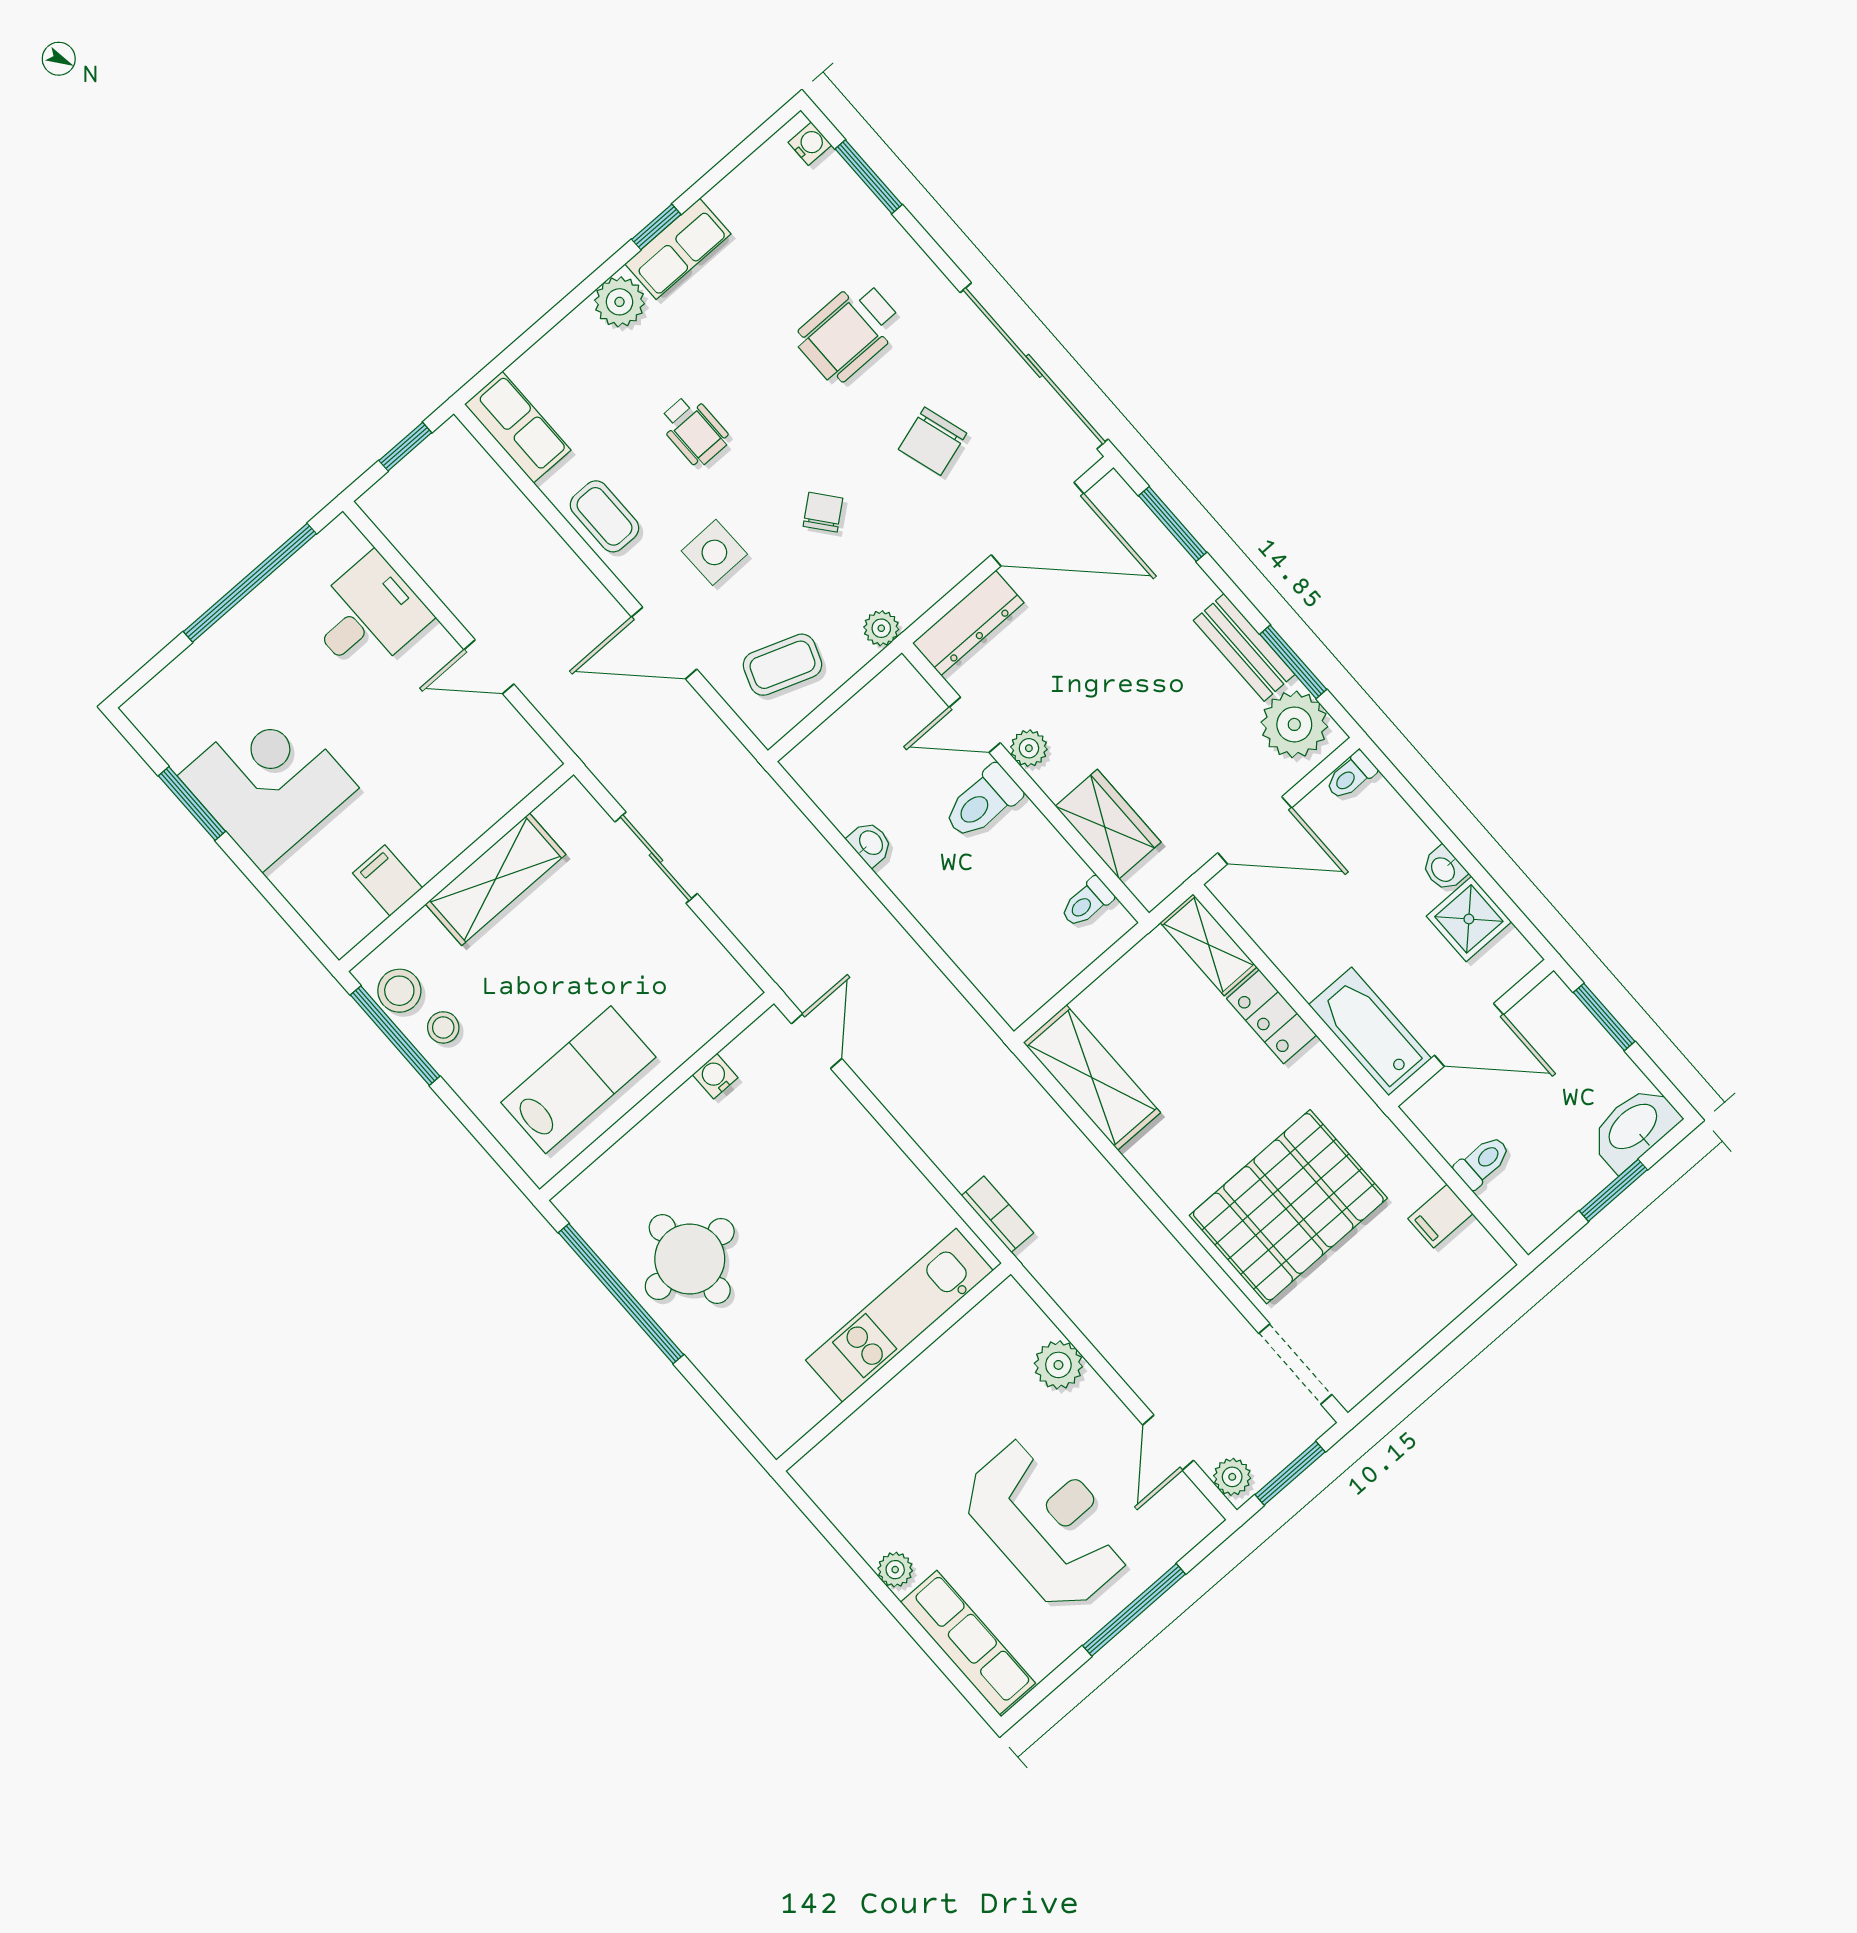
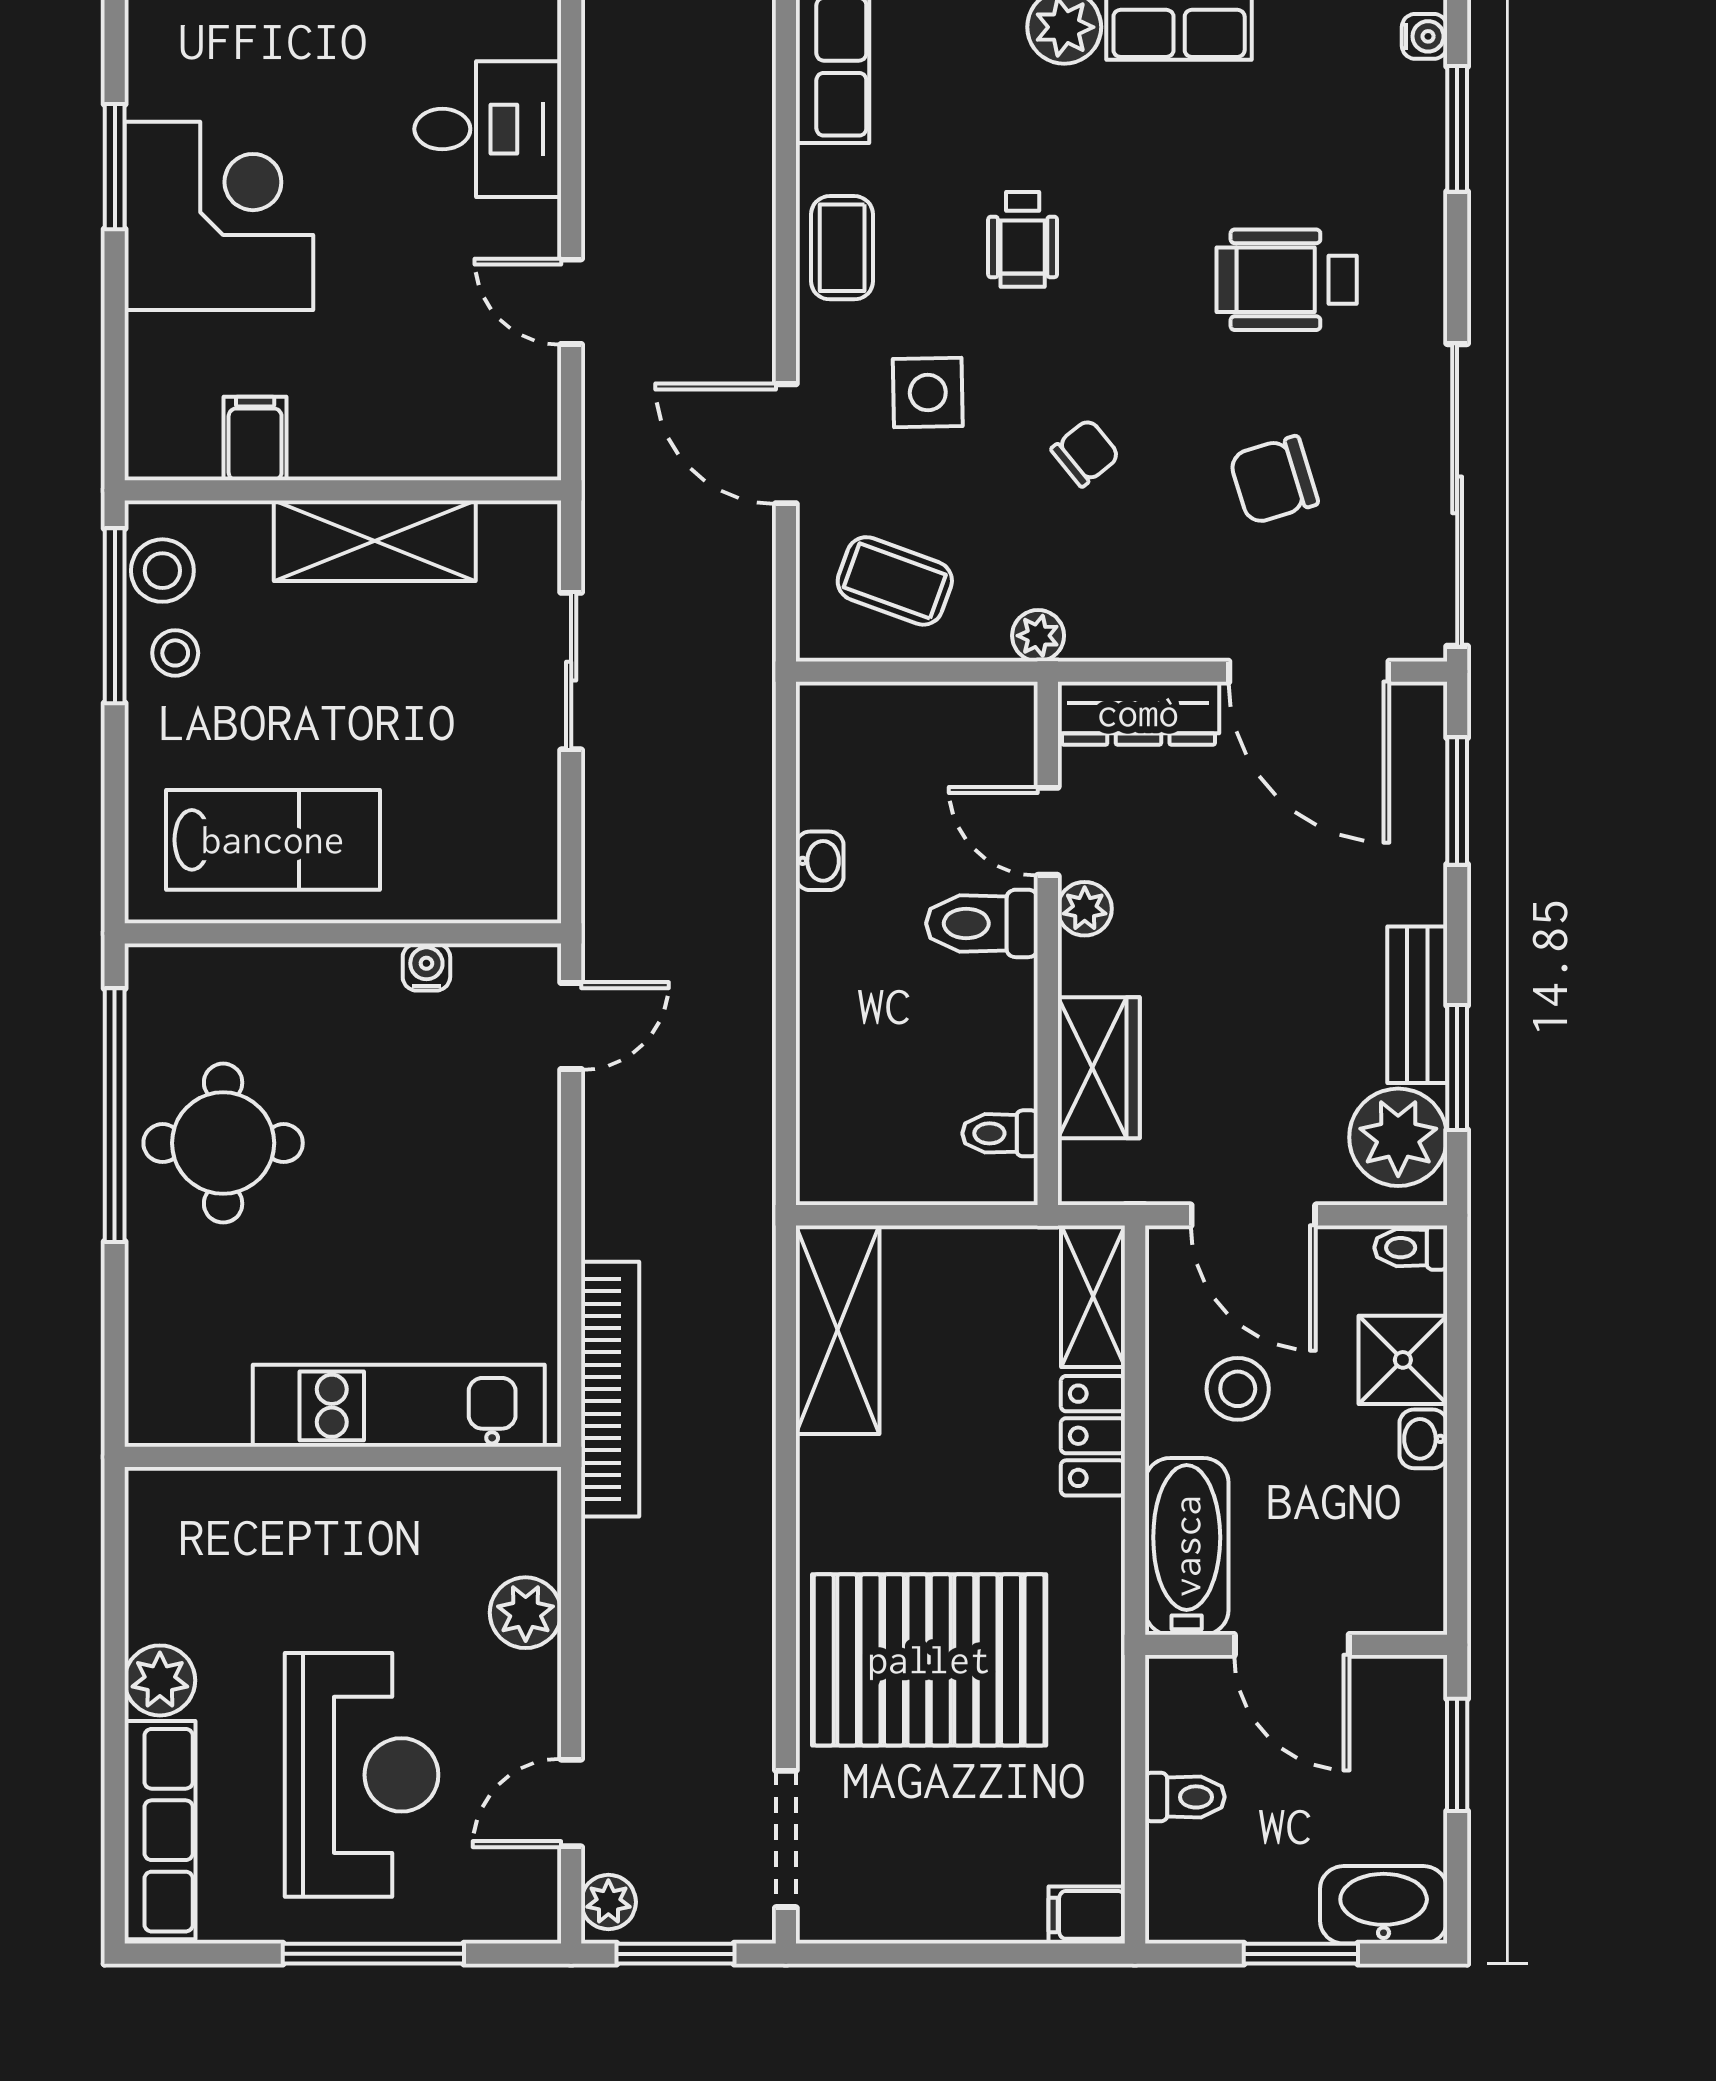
shower: (1469, 919) -> (1403, 1360), moved
stool: (1325, 927) -> (1238, 1389), added
bookcase: (997, 1214) -> (610, 1389), width x2.31, depth x1.31
filing cabinet: (1440, 1216) -> (1087, 1915), moved
plant: (895, 1570) -> (160, 1680), width x1.38, depth x1.38

